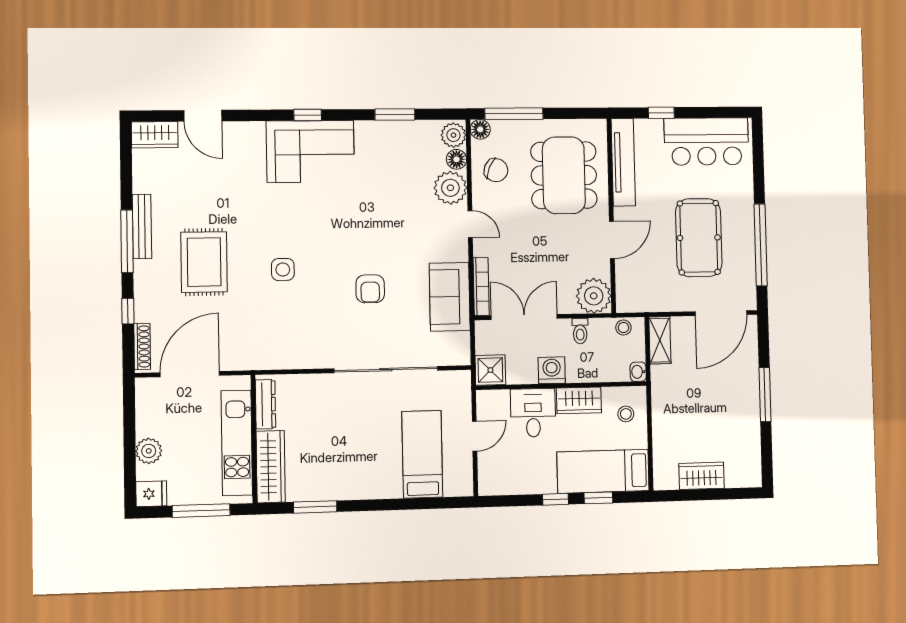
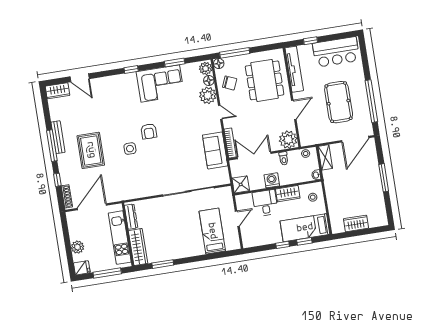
corner sofa: (310, 151) -> (160, 83), moved
armchair: (370, 289) -> (149, 131), moved

